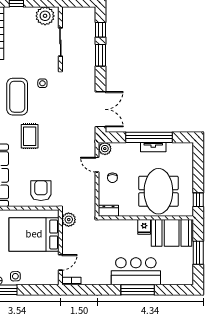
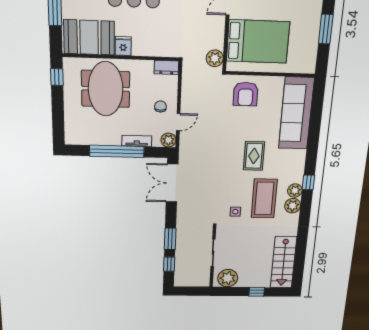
tv unit: (153, 147) -> (137, 141), moved
door: (97, 165) -> (178, 122), hinge flipped

